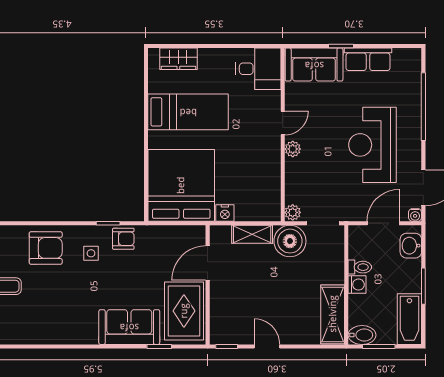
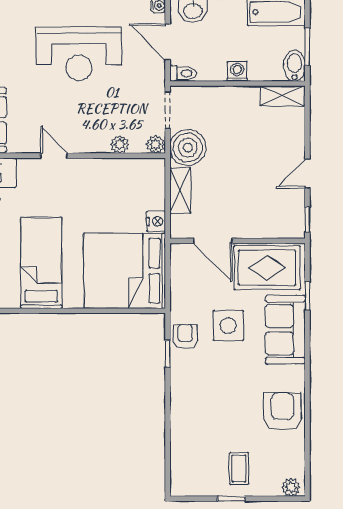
plant: (293, 149) -> (120, 144), moved
armchair: (46, 248) -> (282, 411), moved
side table: (91, 253) -> (228, 326), moved, width x1.87, depth x1.87
toilet: (360, 267) -> (183, 73), moved, turned 90
shelving: (333, 314) -> (282, 96), width x0.67, depth x0.75

